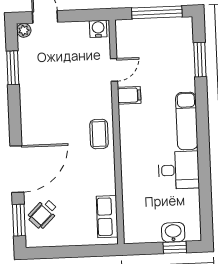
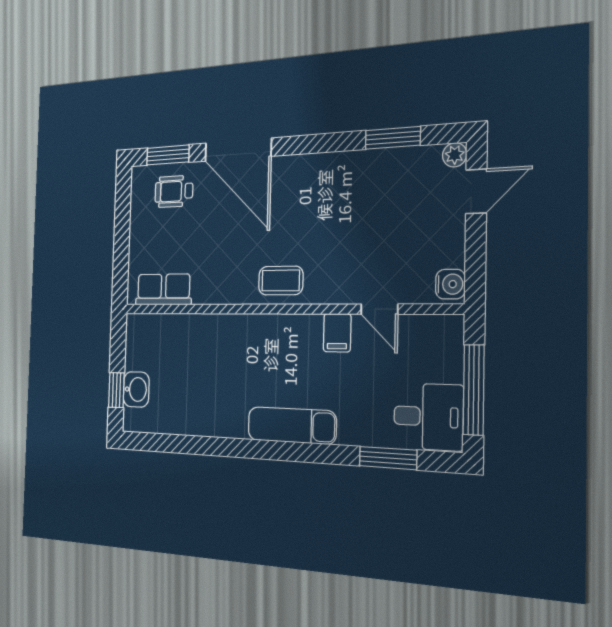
desk: (179, 170) -> (428, 417), moved, turned -90
wheelchair: (43, 214) -> (174, 191), turned -45

